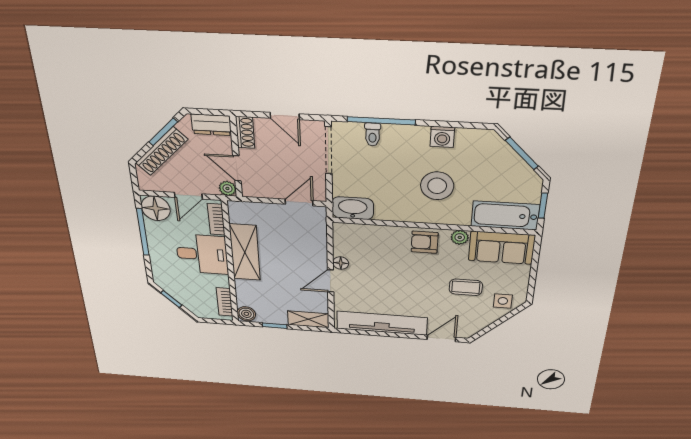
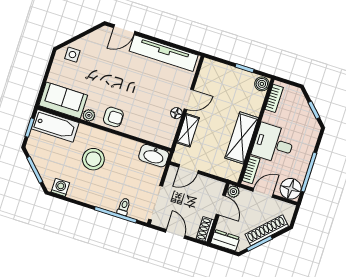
washing machine: (442, 137) -> (60, 187), moved
coffee table: (466, 287) -> (95, 72), removed
shelving: (308, 319) -> (188, 130), moved, turned 90

